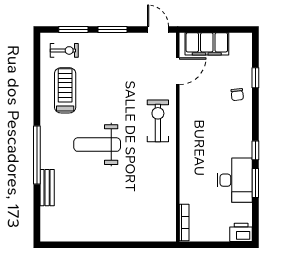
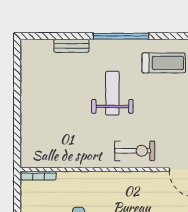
window: (37, 155) -> (121, 36), moved

